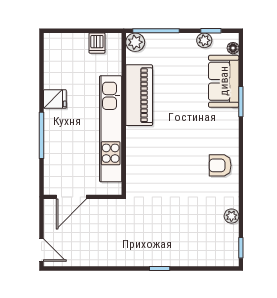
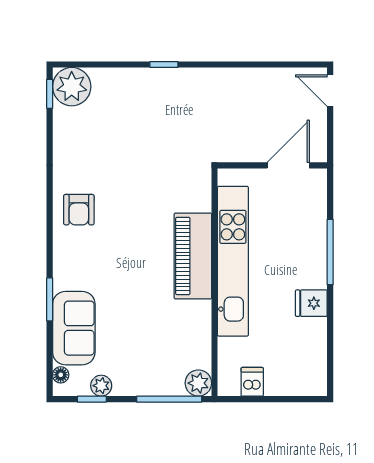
piano: (139, 95) -> (193, 256), moved
armchair: (220, 165) -> (79, 210), turned 90
plant: (231, 216) -> (72, 87), moved, width x1.88, depth x1.88

